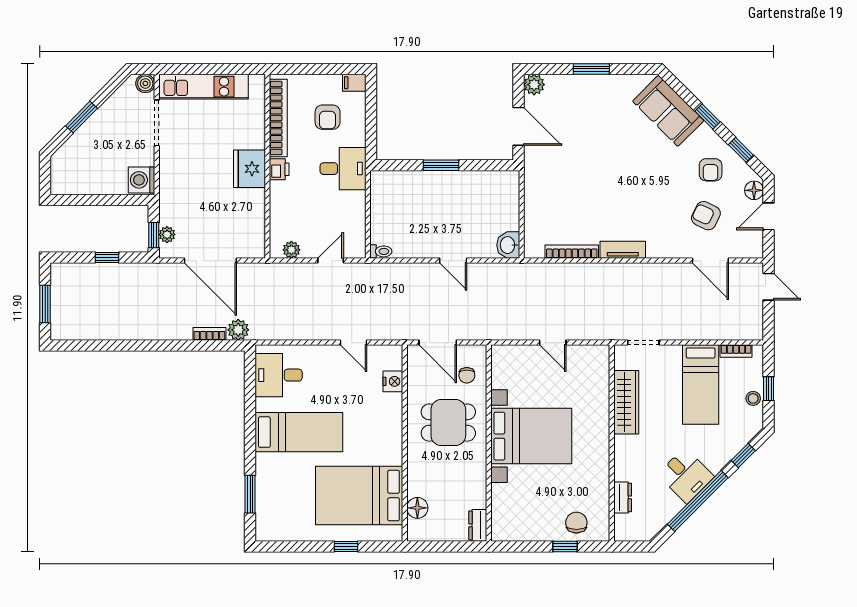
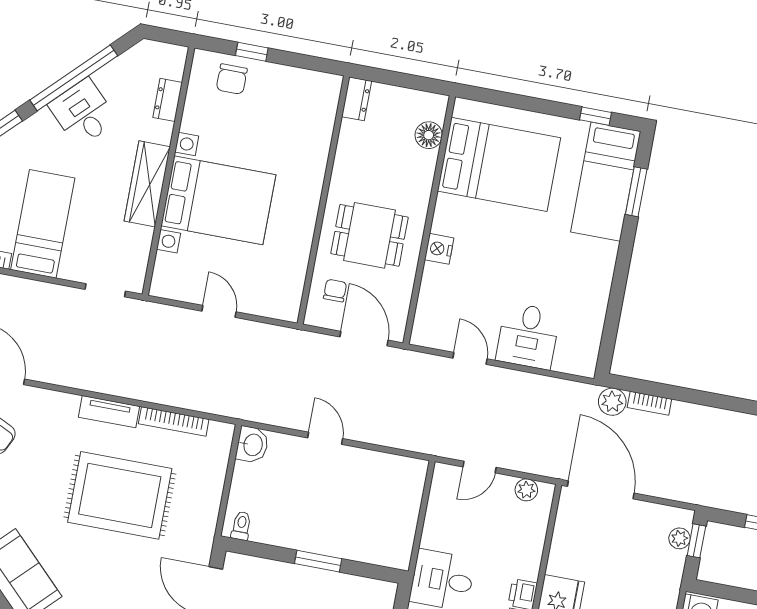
rug: (602, 187) -> (120, 495), added
toilet: (381, 251) -> (241, 526), moved, turned 90
door: (210, 261) -> (601, 490), moved
desk: (279, 375) -> (528, 336), moved, turned 90
nightstand: (393, 381) -> (439, 249), moved
wardrobe: (626, 402) -> (147, 184), moved
bed: (299, 432) -> (606, 182), moved, turned -90
bed with nightstands: (531, 436) -> (218, 200), moved, turned 180
window: (346, 546) -> (596, 116), moved

